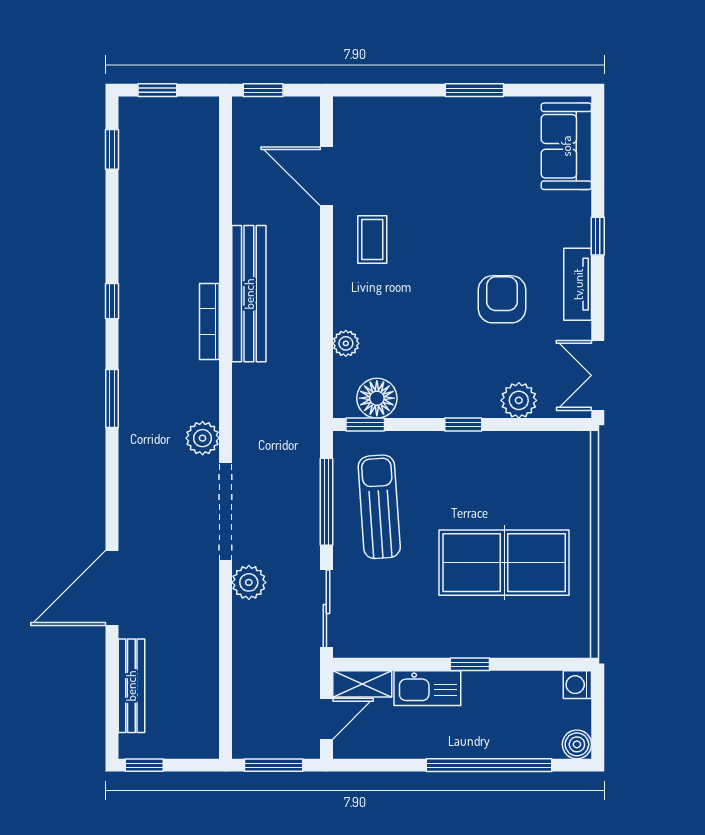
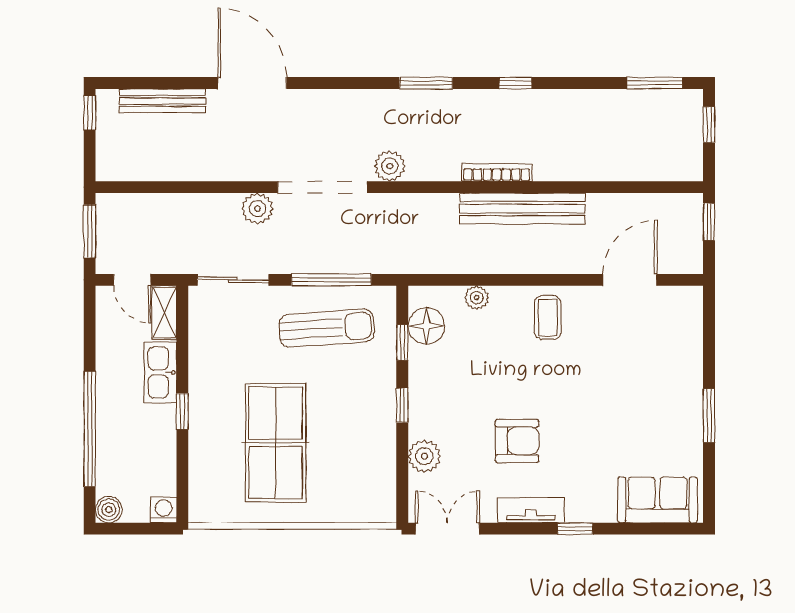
window: (112, 149) -> (655, 83), width x1.50
coffee table: (372, 239) -> (548, 318), moved, turned 90
window: (365, 424) -> (402, 343), moved

